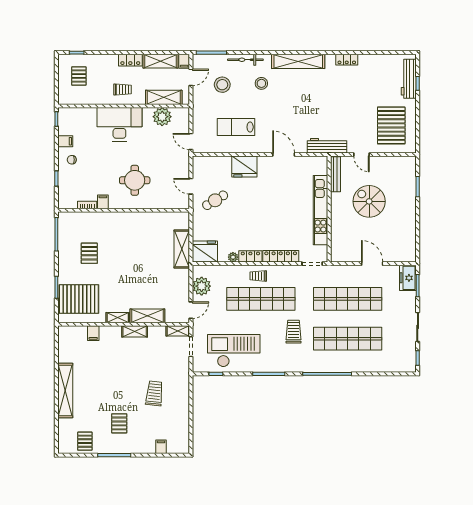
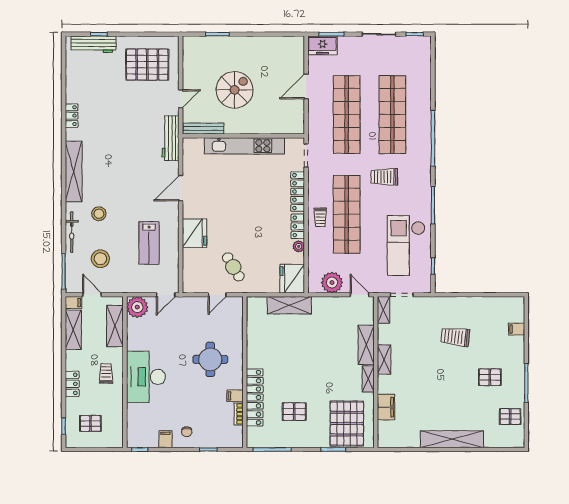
locker: (130, 60) -> (72, 384), moved
plant: (162, 117) -> (137, 307), moved
spiral stairs: (369, 201) -> (235, 90), turned 180
locker: (102, 219) -> (255, 397), added
filing cabinet: (93, 333) -> (386, 407), width x2.00

